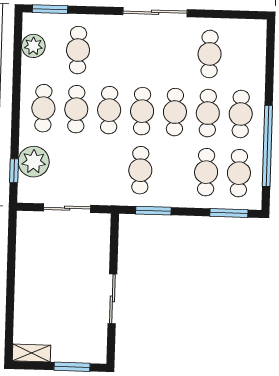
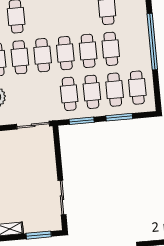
cafe table: (241, 114) -> (92, 92), moved
window: (267, 146) -> (152, 42), moved
sliding door: (67, 208) -> (33, 125), moved
window: (229, 213) -> (119, 117), moved
sliding door: (112, 299) -> (62, 198), moved

